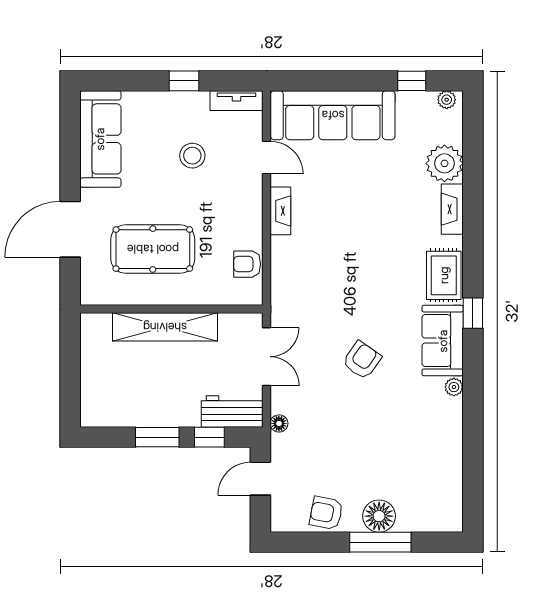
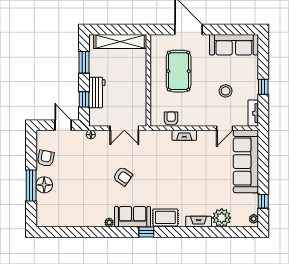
fireplace: (280, 211) -> (184, 135), moved
shelving: (165, 327) -> (120, 42), moved, turned 90
workbench: (232, 412) -> (97, 93), moved
window: (157, 437) -> (84, 62), moved

